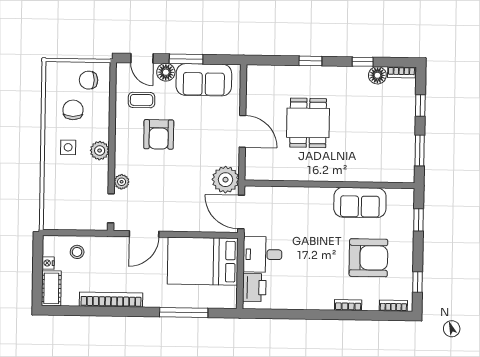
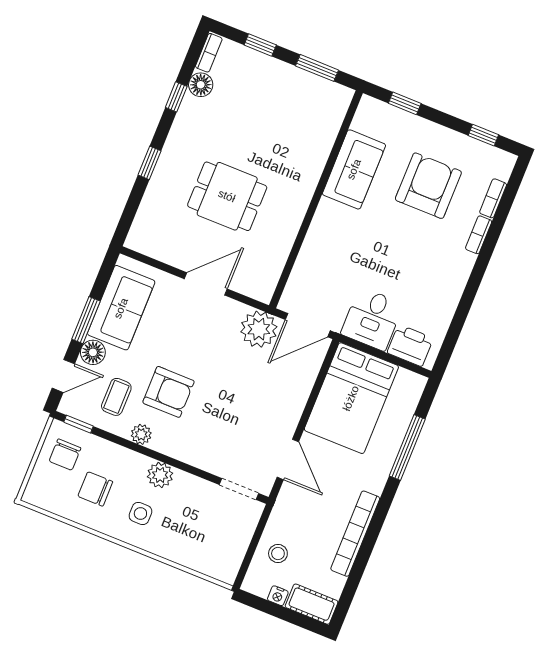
window: (113, 81) -> (78, 424), added
plant: (122, 182) -> (141, 434), moved
bookcase: (393, 306) -> (493, 198), moved

